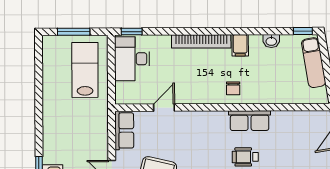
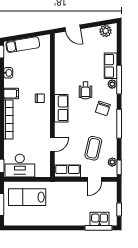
door: (164, 108) -> (52, 145), swing flipped
row of seats: (250, 121) -> (61, 108), moved

